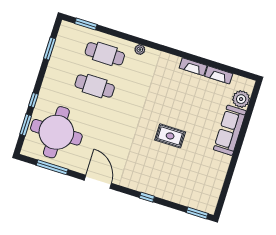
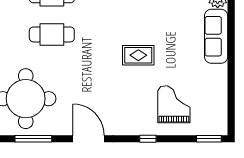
rug: (170, 136) -> (138, 55), moved
grand piano: (177, 175) -> (174, 104), added

